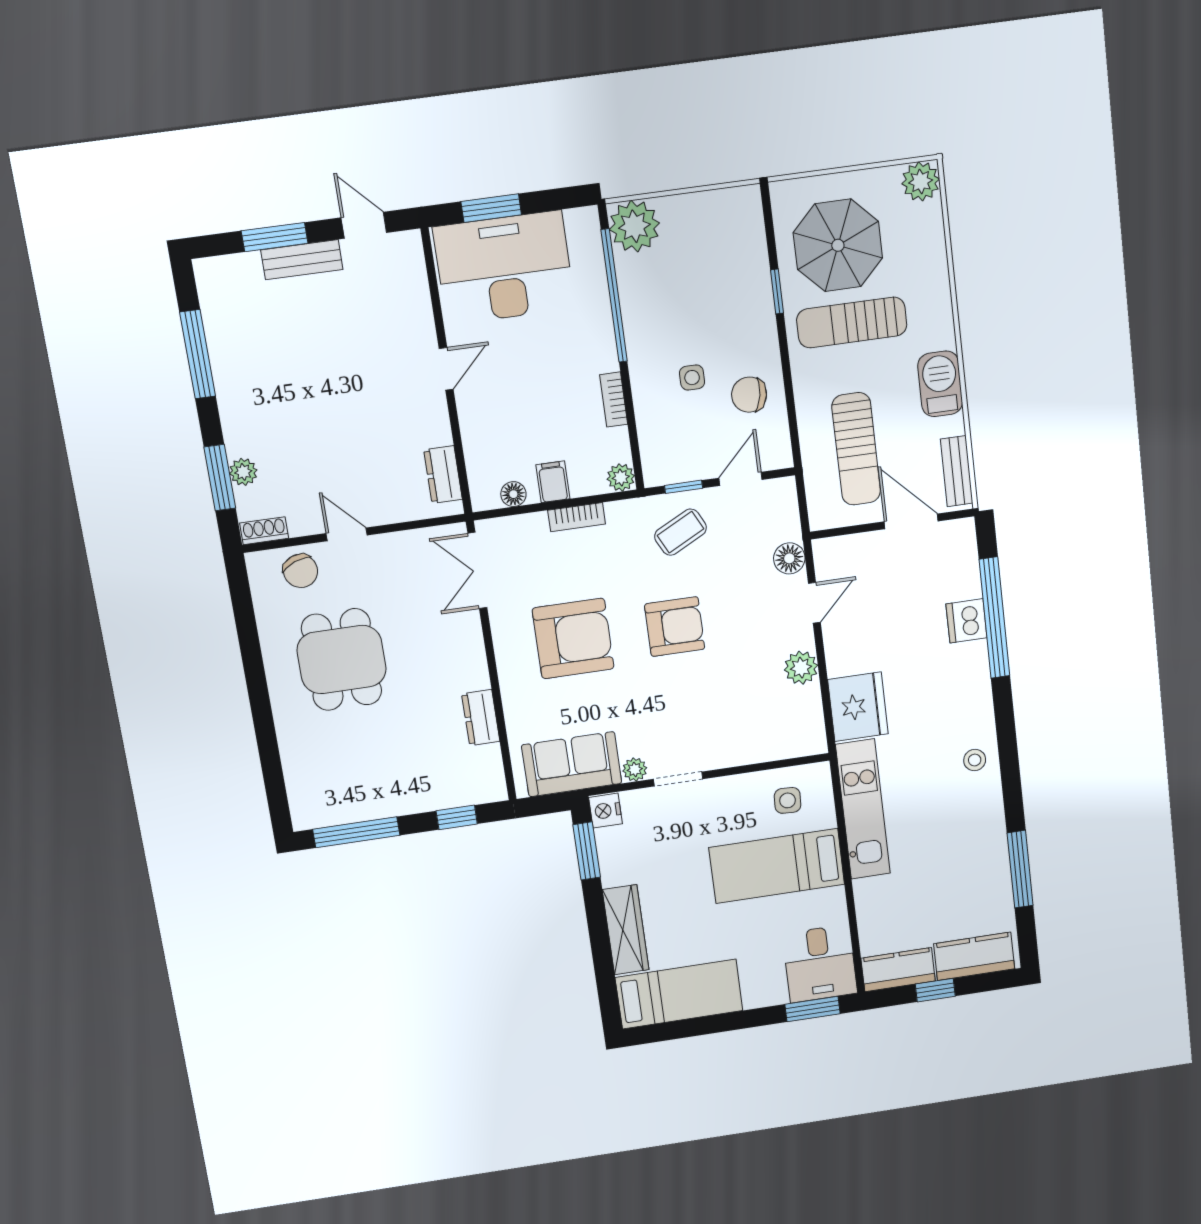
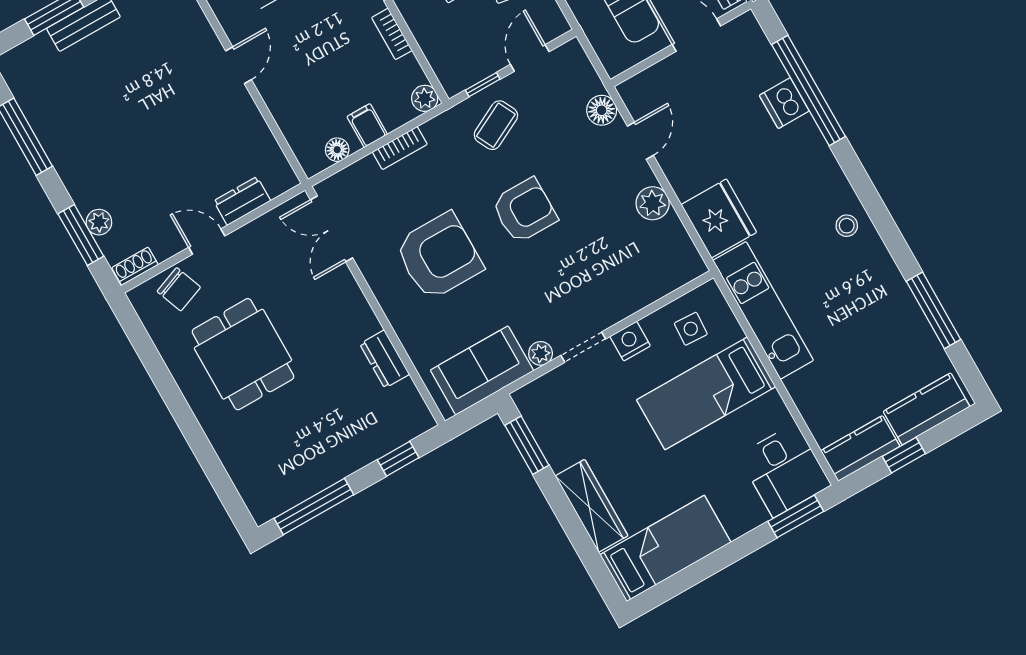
dresser: (443, 475) -> (242, 201), moved, turned 90
nightstand: (605, 811) -> (630, 341), moved, turned 90

